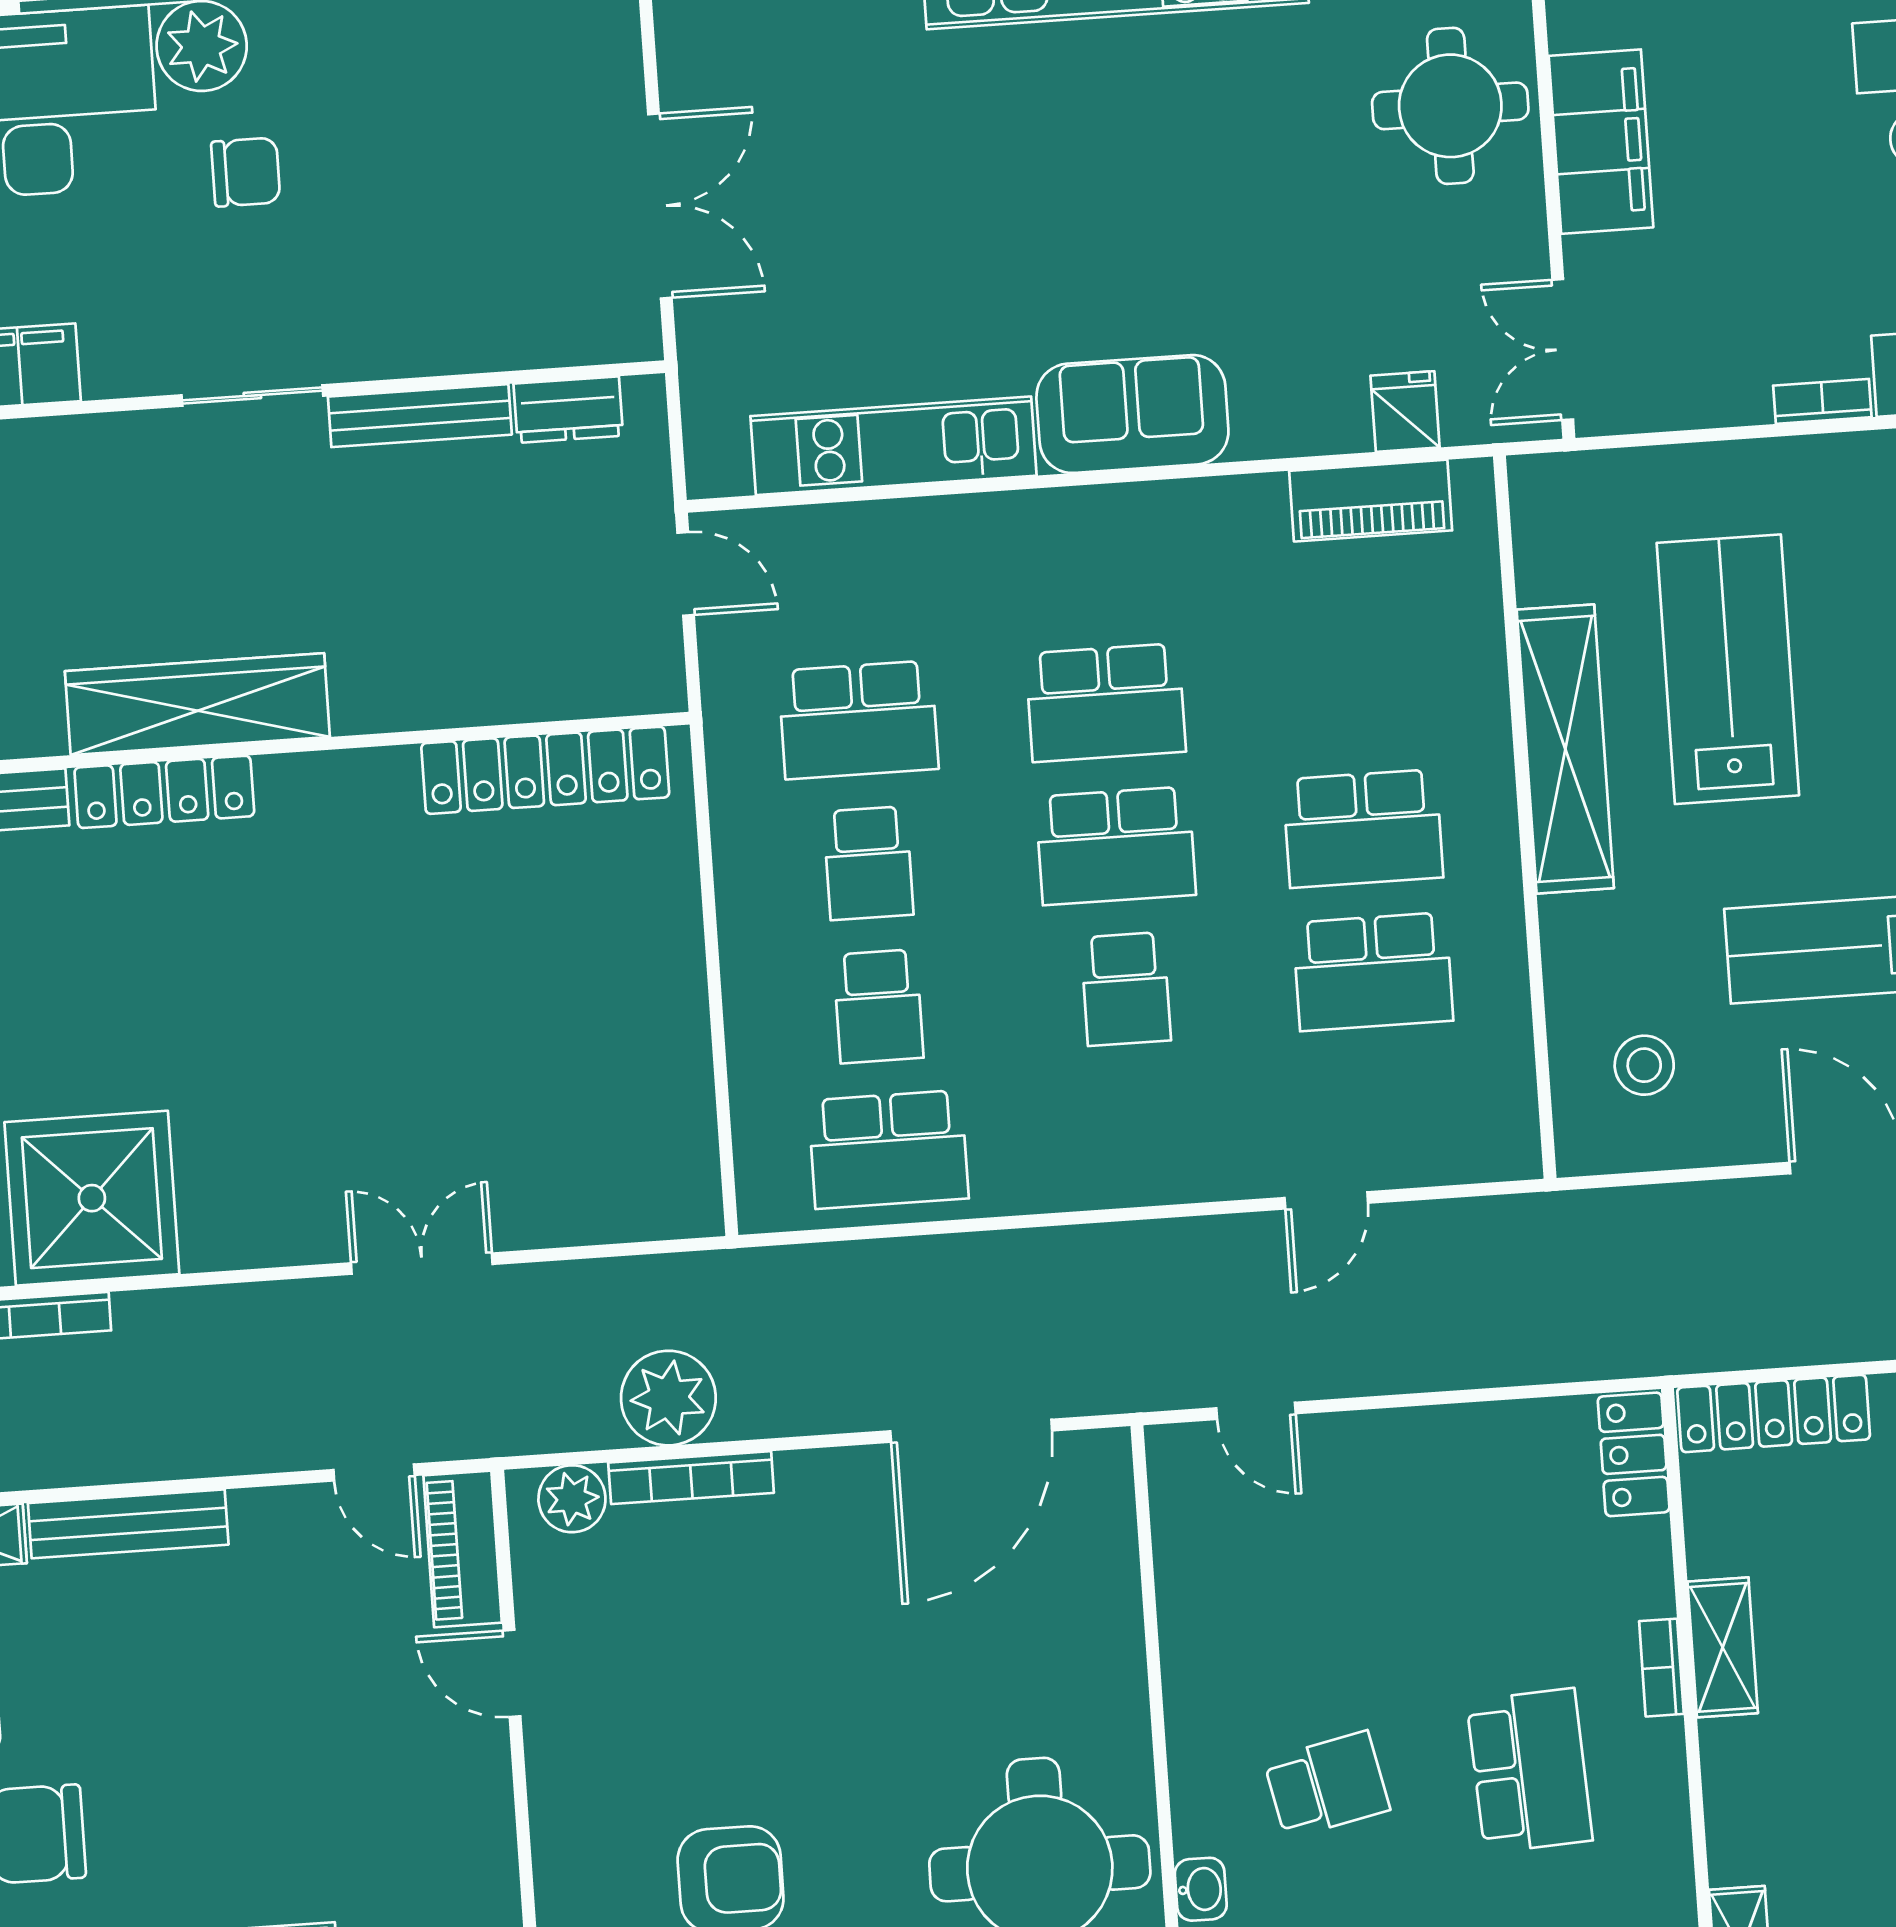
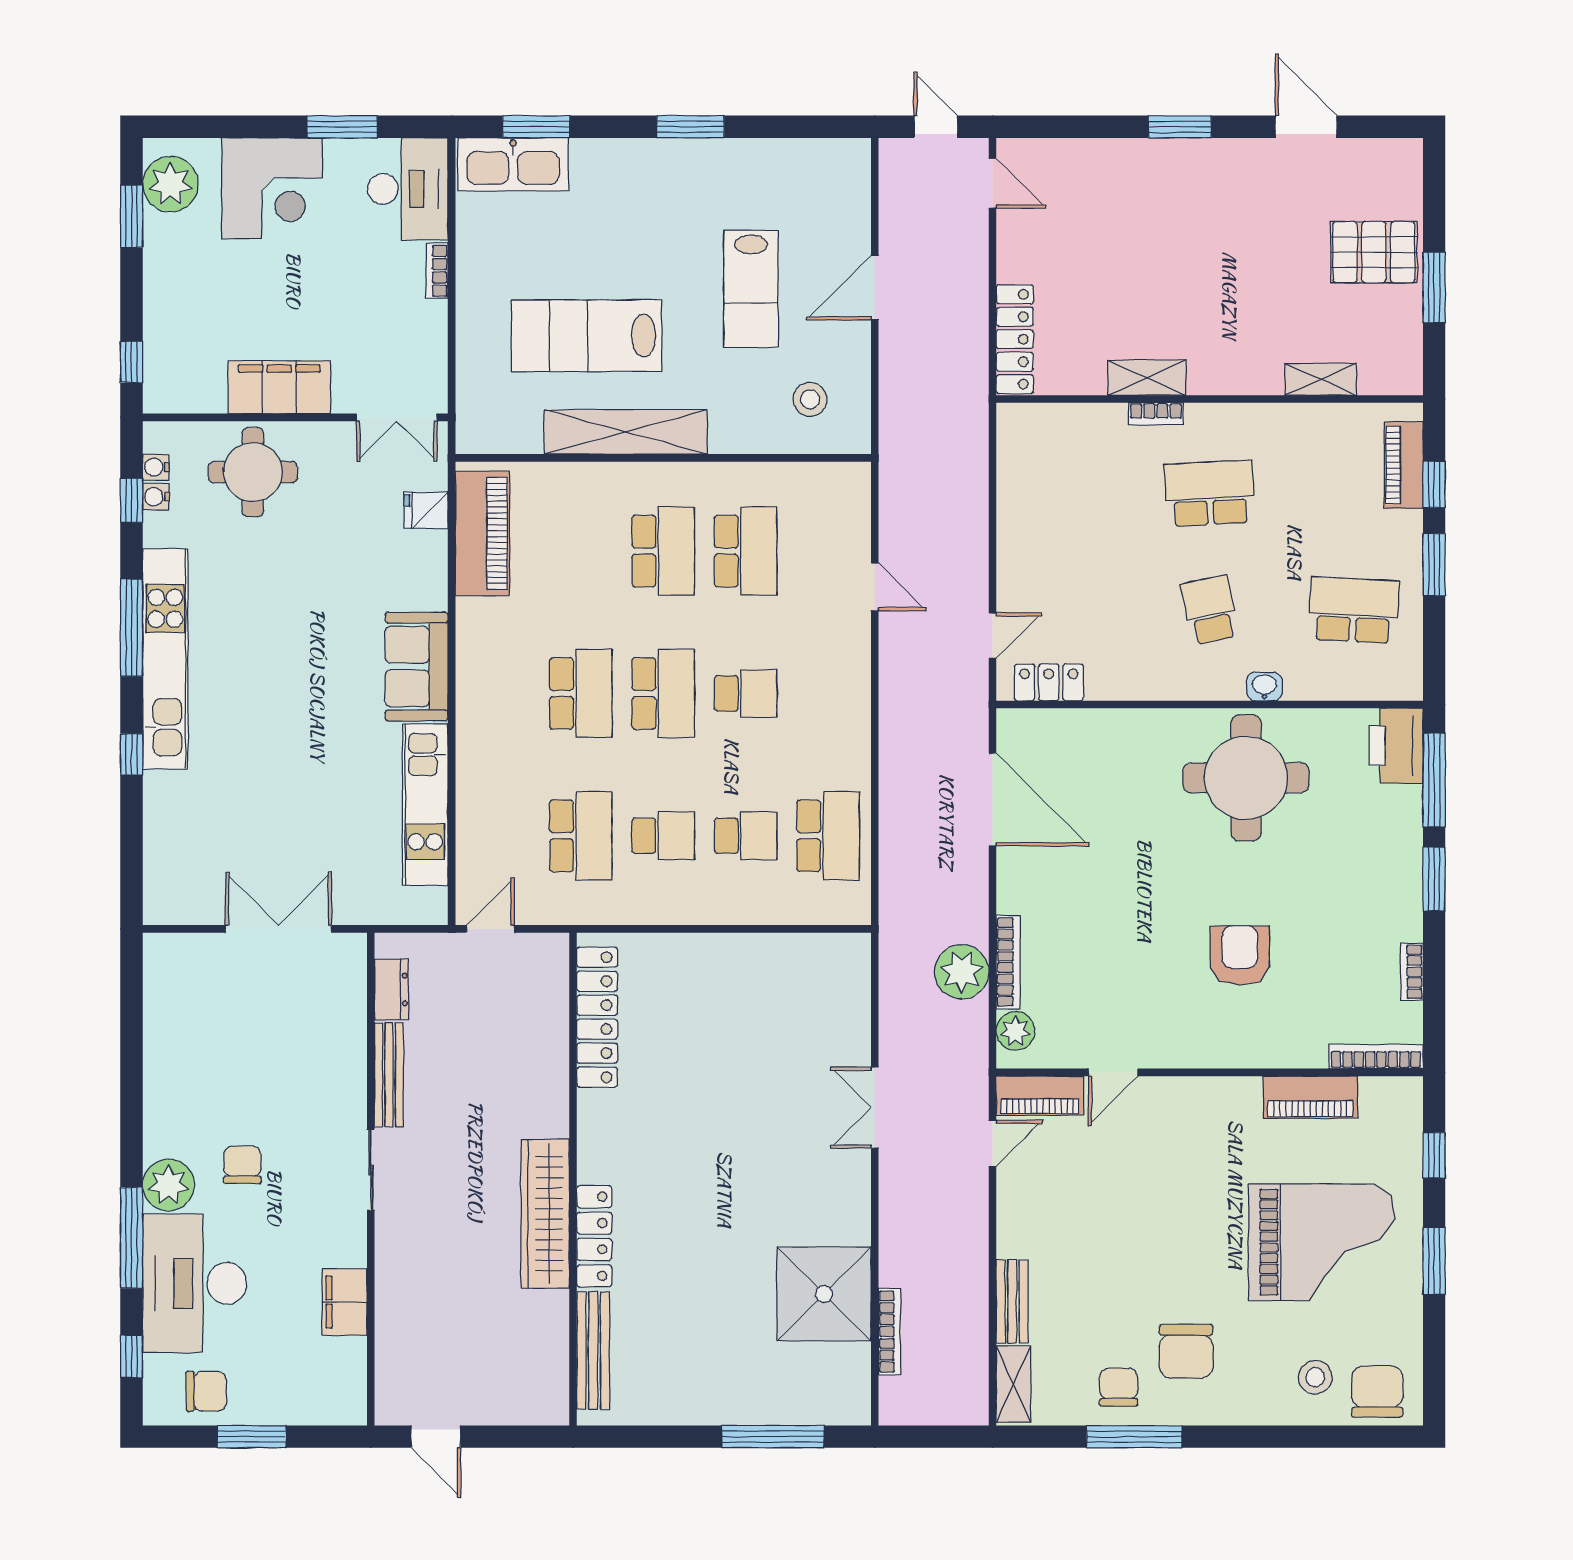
piano: (1371, 501) -> (482, 533), width x1.37, depth x1.33
locker: (1634, 1454) -> (1049, 682), moved, turned 180
bench: (128, 1524) -> (1012, 1301), width x0.73

